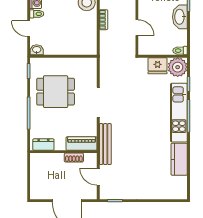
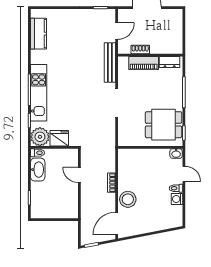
washbasin: (180, 17) -> (38, 170), moved
dining table: (56, 92) -> (164, 125), moved
piano: (82, 144) -> (144, 63), moved
kitchen counter: (179, 159) -> (38, 34), moved
door: (98, 177) -> (117, 31), hinge flipped

